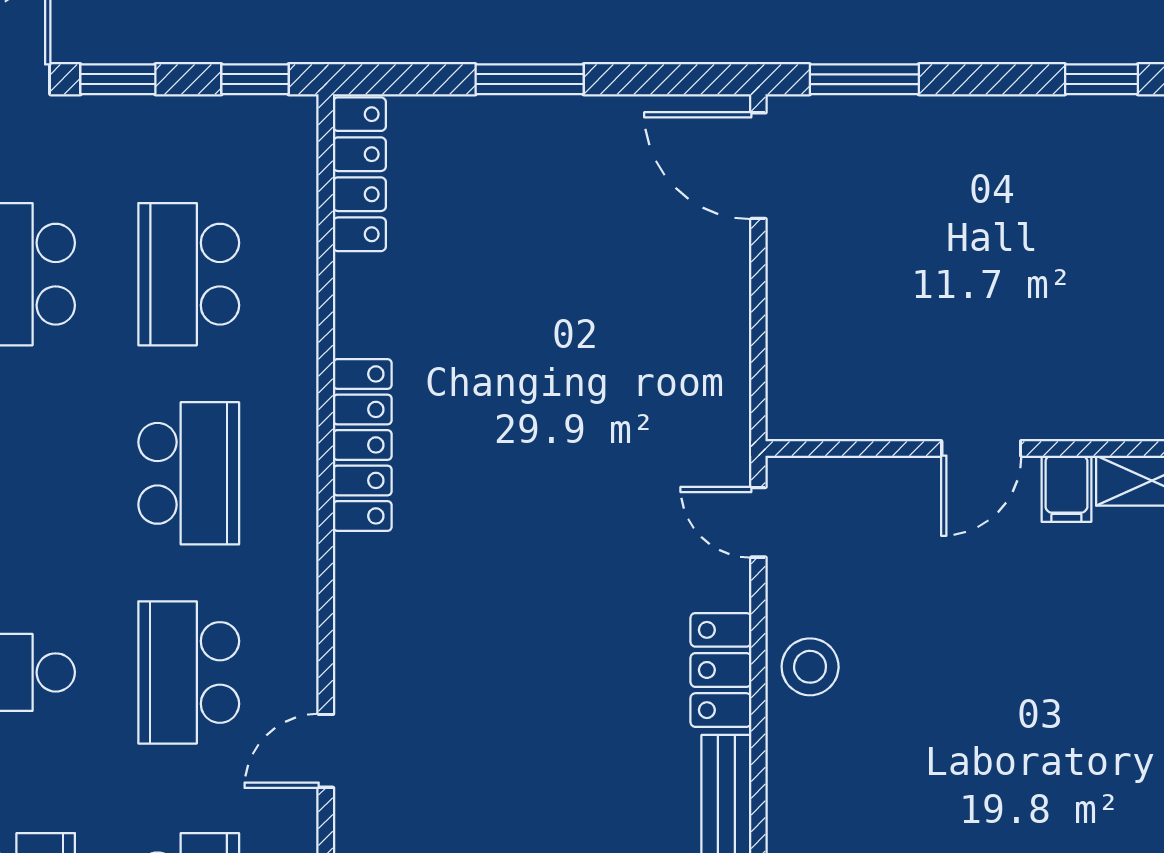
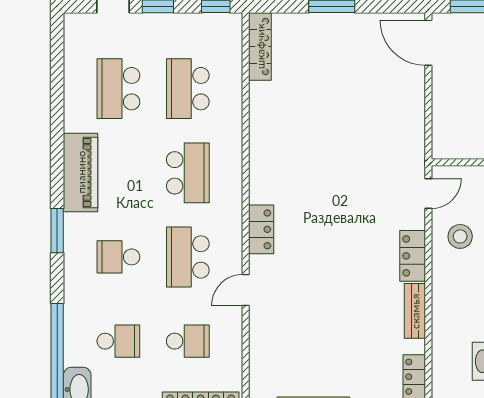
locker: (362, 445) -> (261, 229), moved, width x0.66
door: (758, 522) -> (428, 194), swing flipped
stool: (810, 667) -> (460, 236), moved

